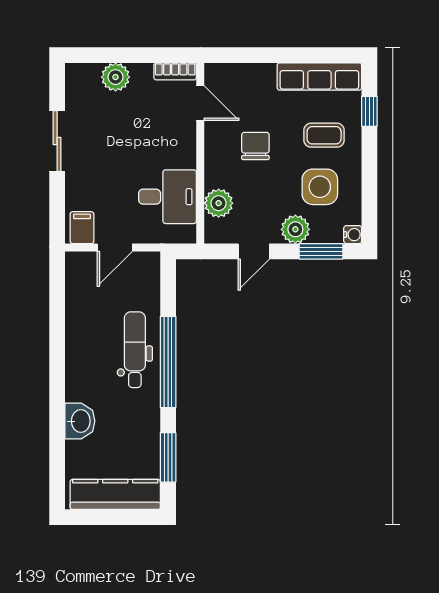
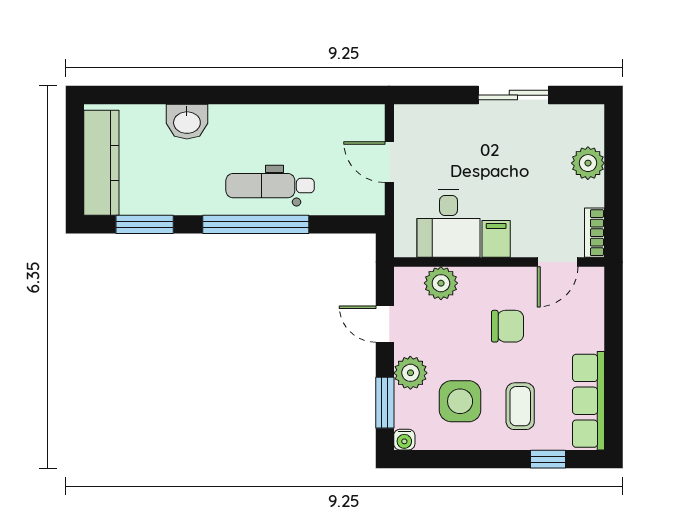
filing cabinet: (82, 228) -> (496, 239), moved, turned -90
dental chair: (135, 350) -> (270, 186), turned 180

